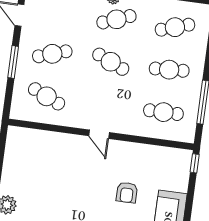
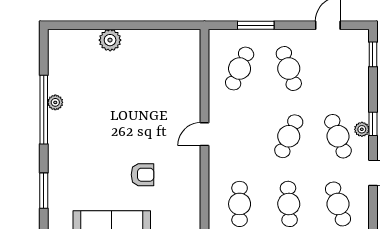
window: (13, 62) -> (256, 25), moved
armchair: (127, 192) -> (142, 175), turned 180

